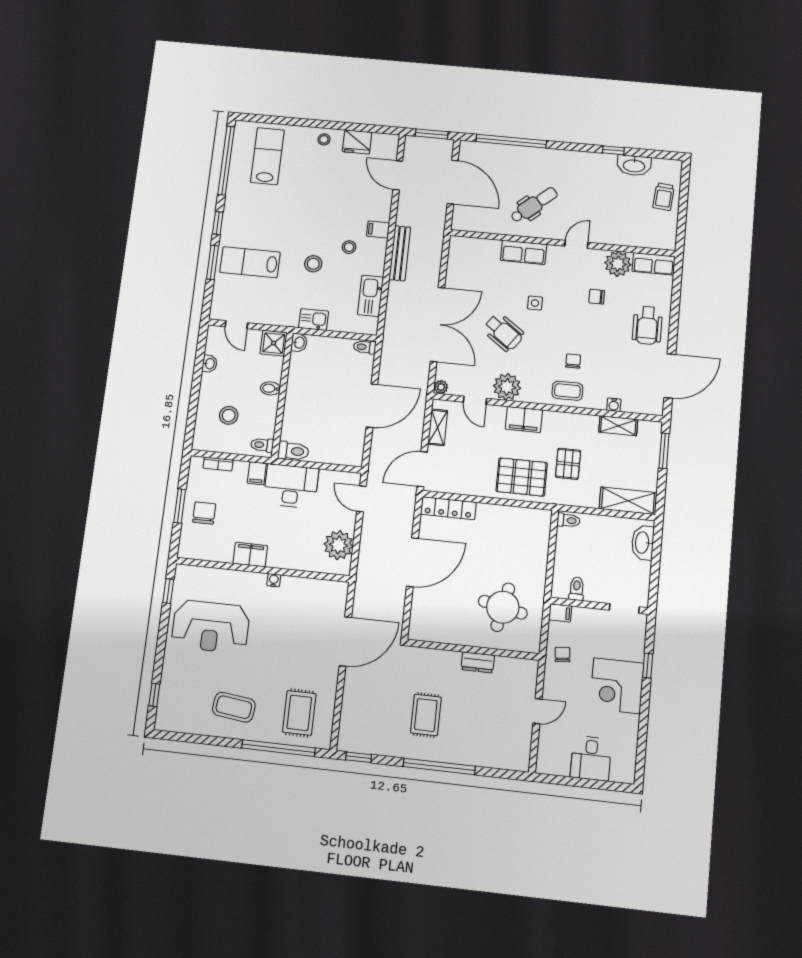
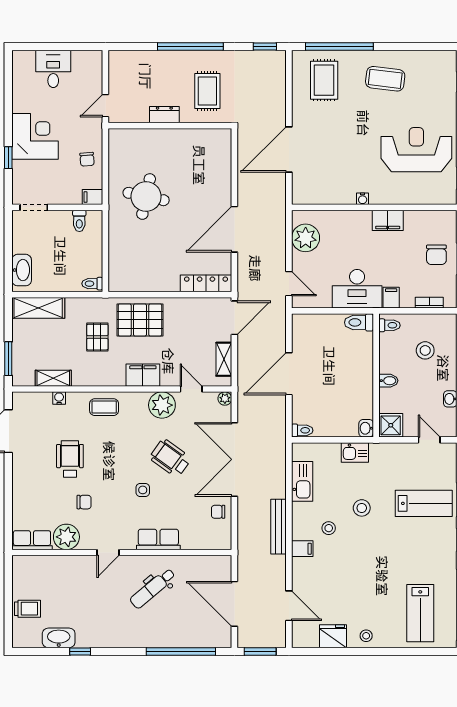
trolley: (664, 197) -> (28, 609), turned 85
wheelchair: (647, 325) -> (70, 459), moved
chair: (573, 361) -> (218, 512), moved, turned 90
wall: (473, 650) -> (170, 126), moved
dresser: (478, 662) -> (164, 115), moved

